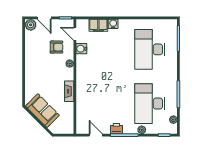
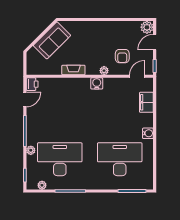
water cooler: (113, 24) -> (148, 133), moved
water cooler: (81, 49) -> (97, 83), moved
printer: (116, 129) -> (32, 84), moved

